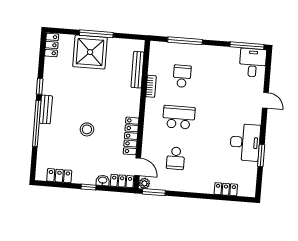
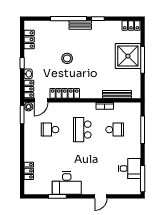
desk: (253, 63) -> (130, 169), moved
school desk: (179, 117) -> (82, 130), turned 180

